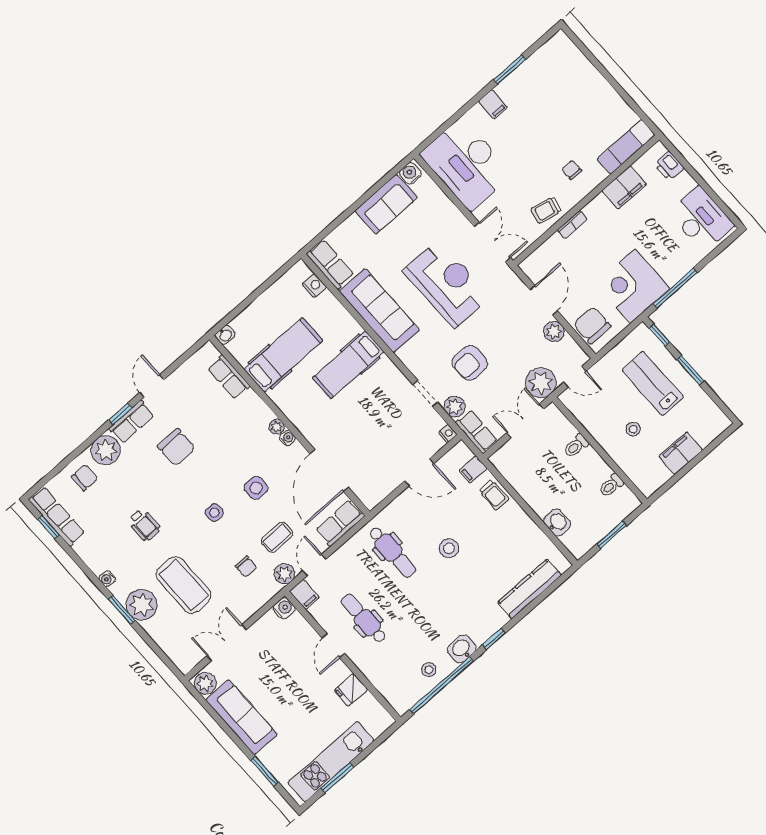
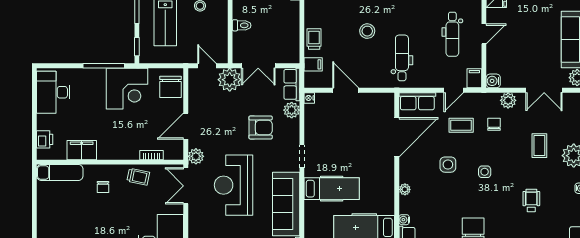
bookcase: (572, 225) -> (152, 155), moved
plant: (554, 332) -> (196, 156), moved
doorway: (425, 393) -> (302, 156), moved
water cooler: (288, 438) -> (404, 220), moved
plant: (285, 574) -> (508, 100), moved
coffee table: (184, 585) -> (539, 146), width x0.54, depth x0.58

